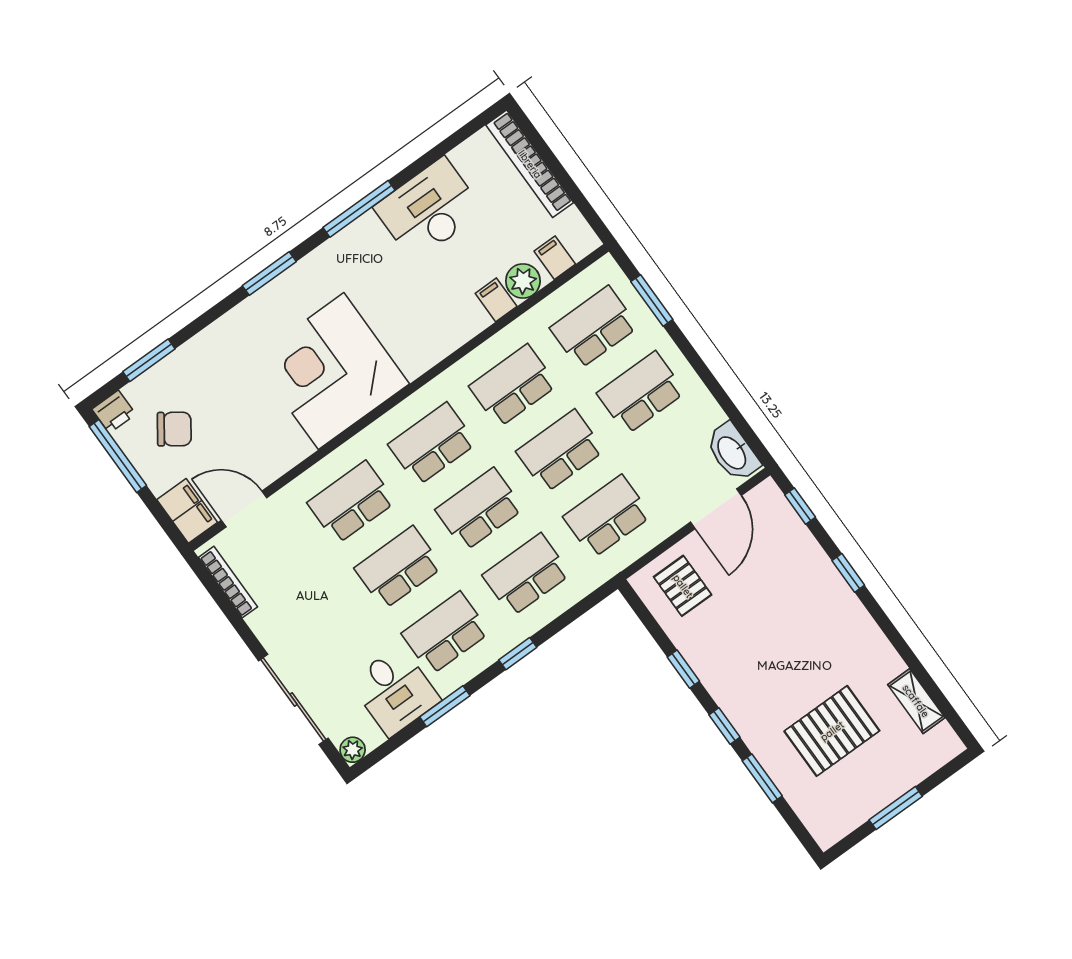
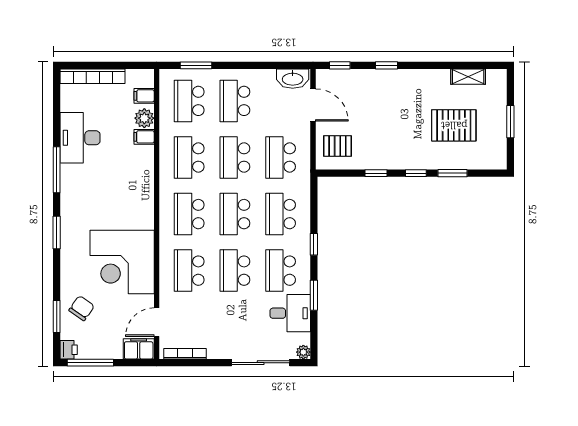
corner desk: (331, 371) -> (122, 262), moved
chair: (174, 429) -> (82, 308), moved
pallet: (832, 731) -> (454, 125), turned 90

